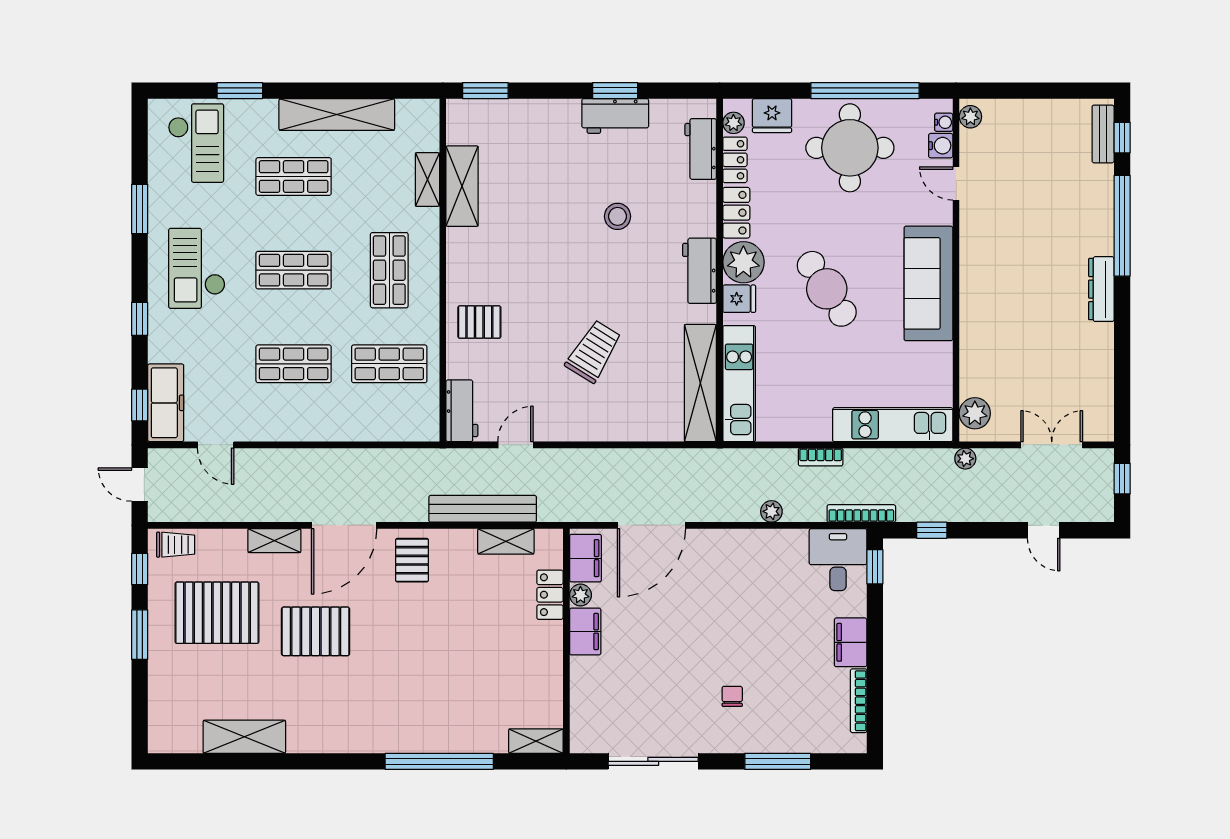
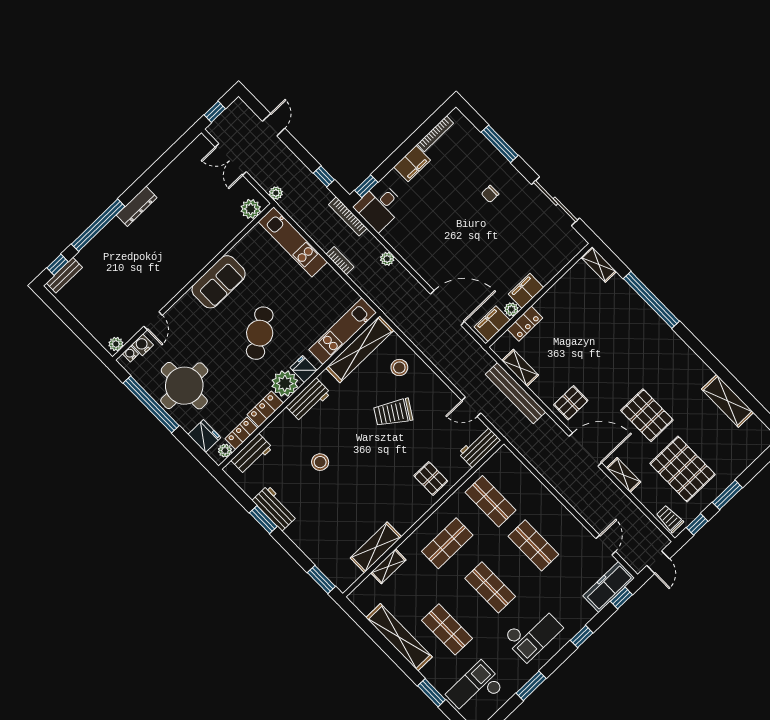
sofa: (928, 283) -> (219, 282), width x0.73
stool: (637, 407) -> (399, 367), added

